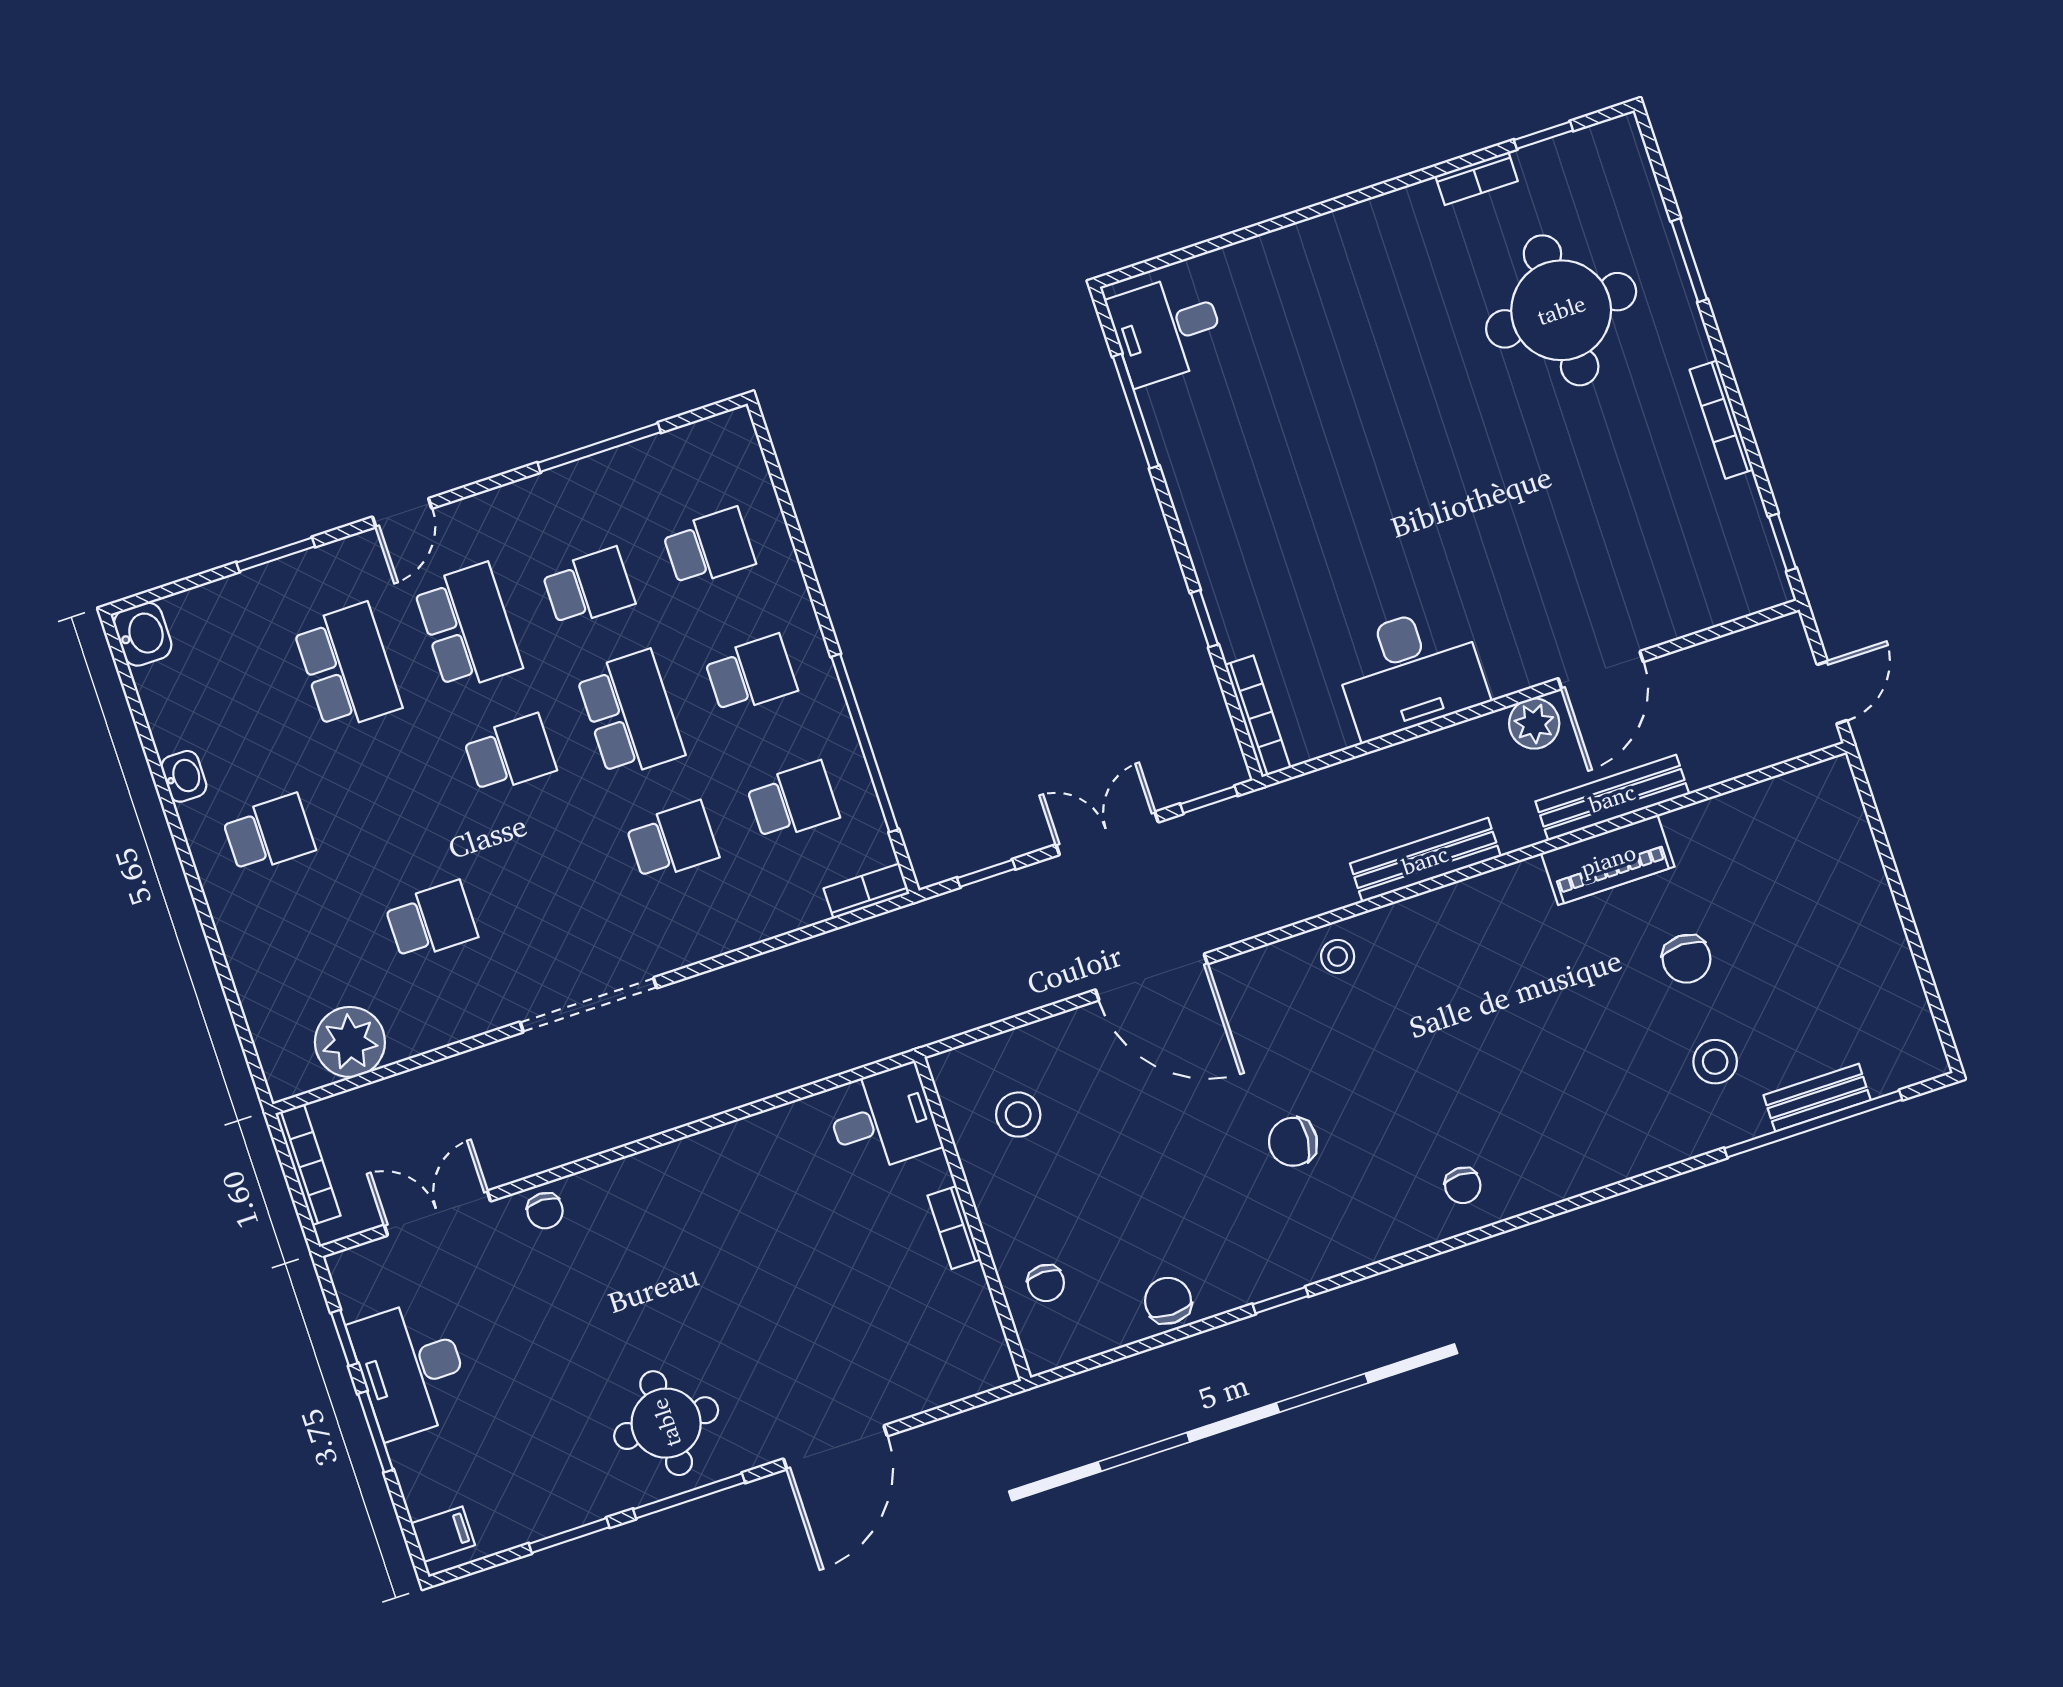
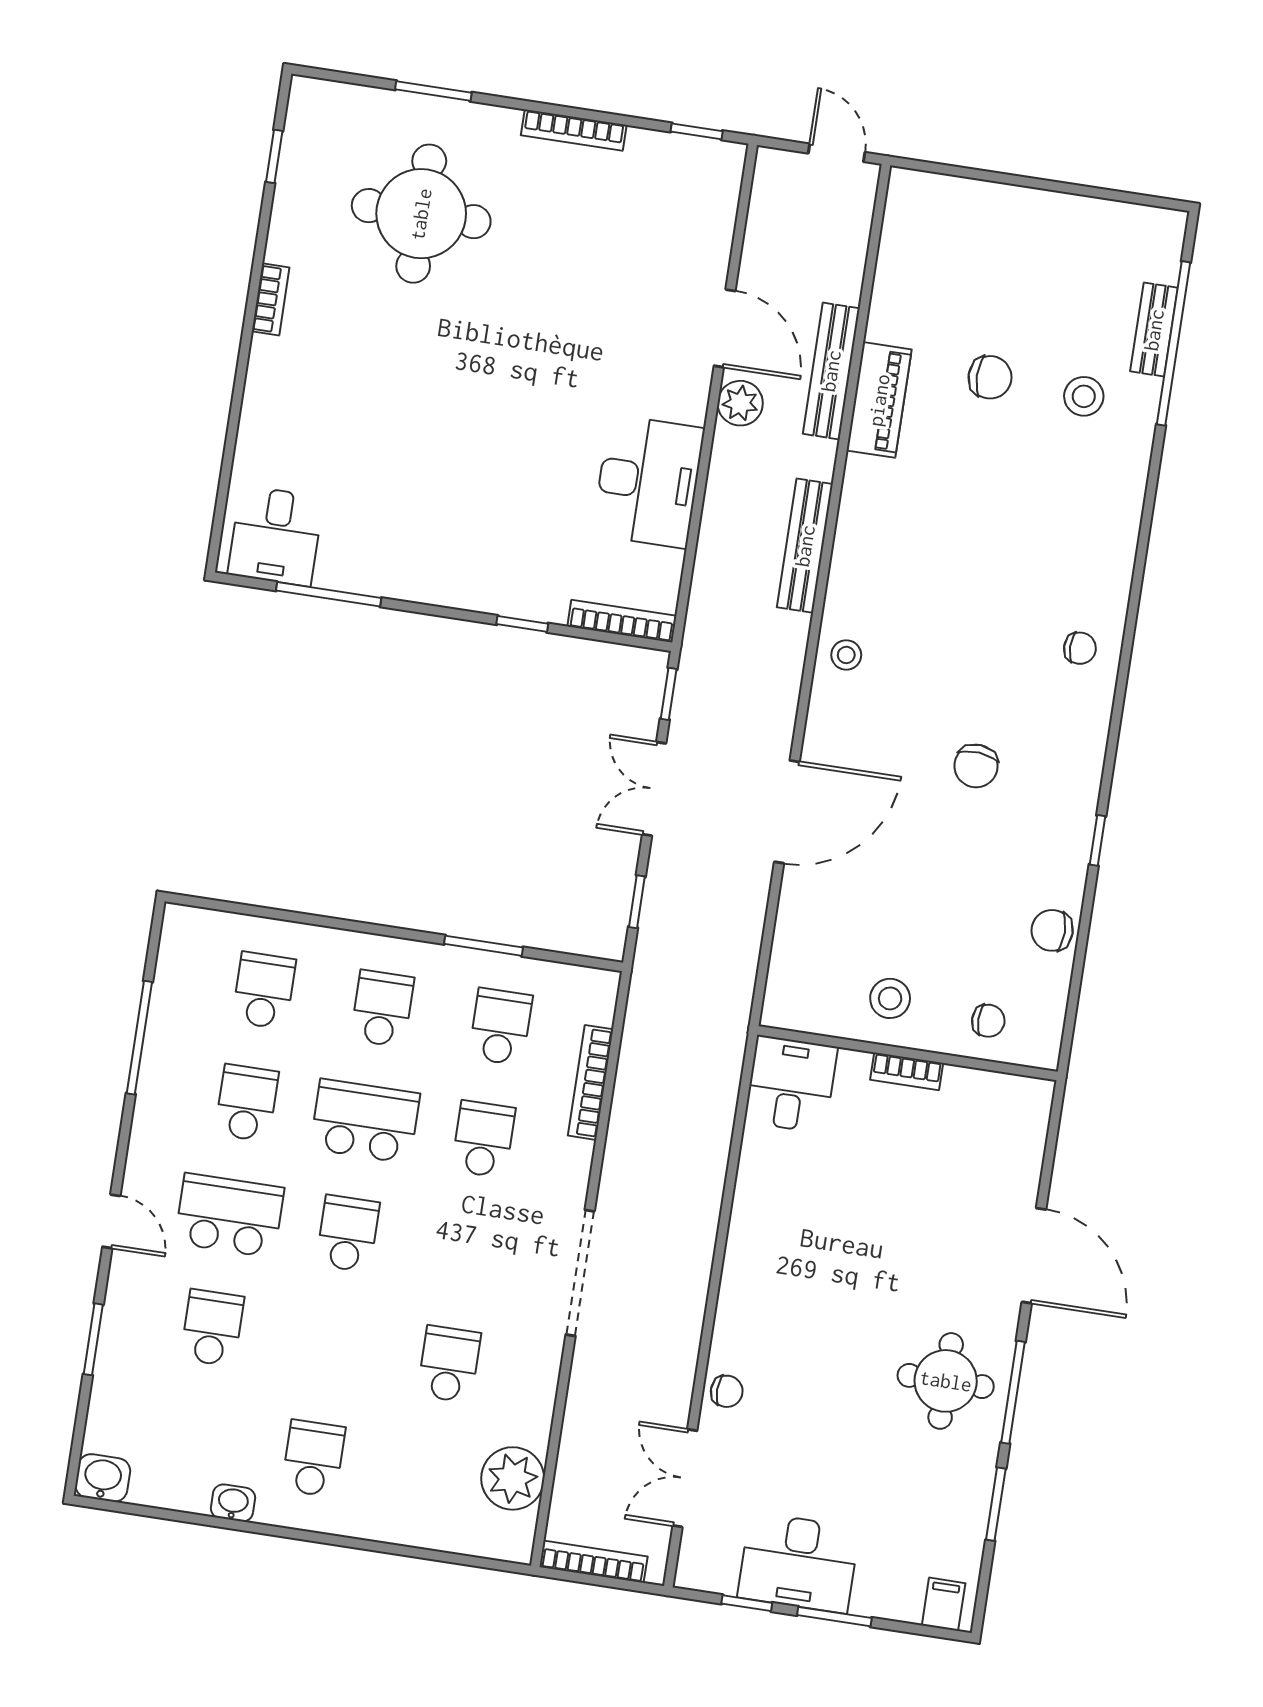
bookcase: (1477, 179) -> (271, 299), moved
school desk: (347, 667) -> (212, 1328), width x0.54
window: (865, 743) -> (483, 946), width x0.47
bookcase: (867, 891) -> (590, 1082), moved, width x1.56
stool: (1018, 1115) -> (890, 998), moved

